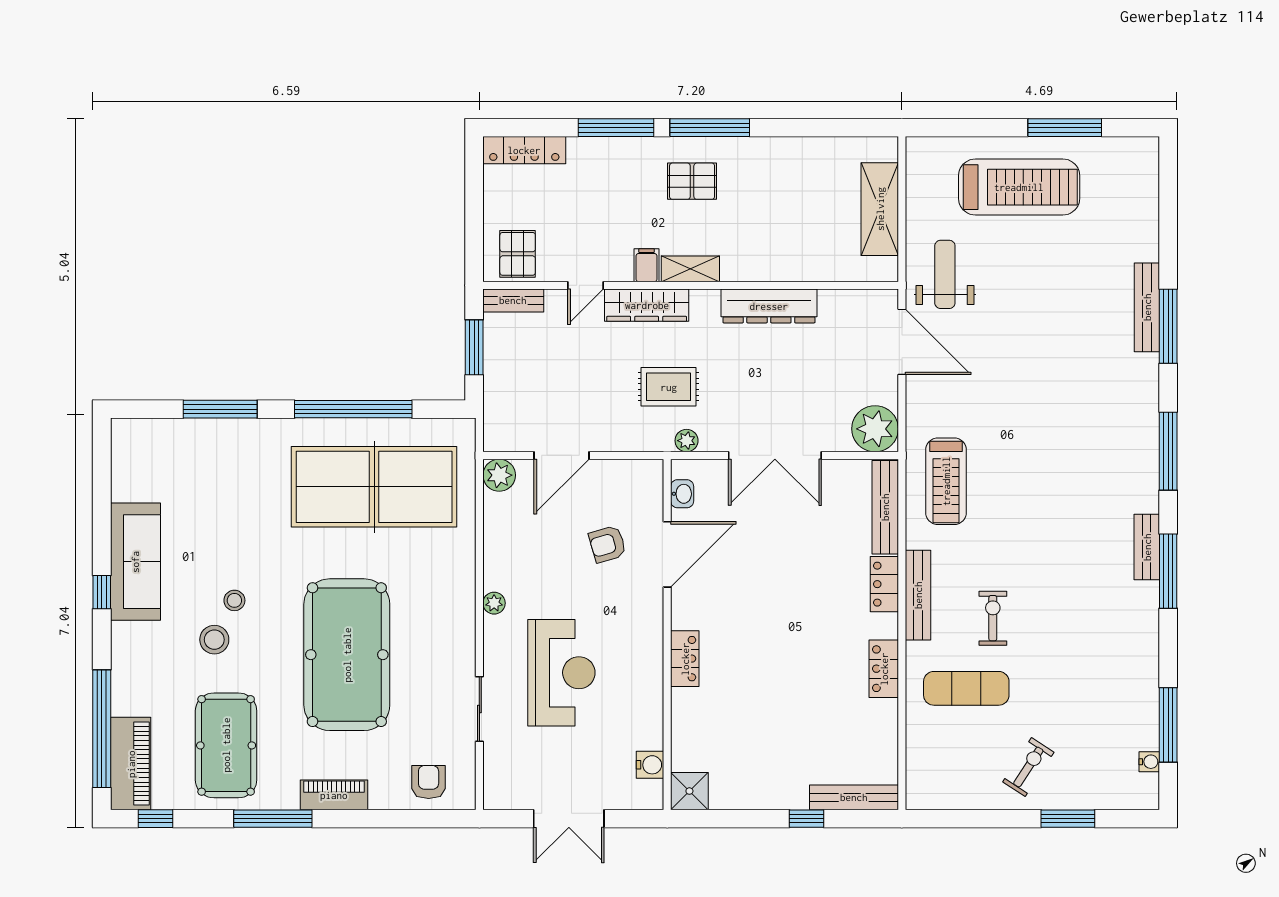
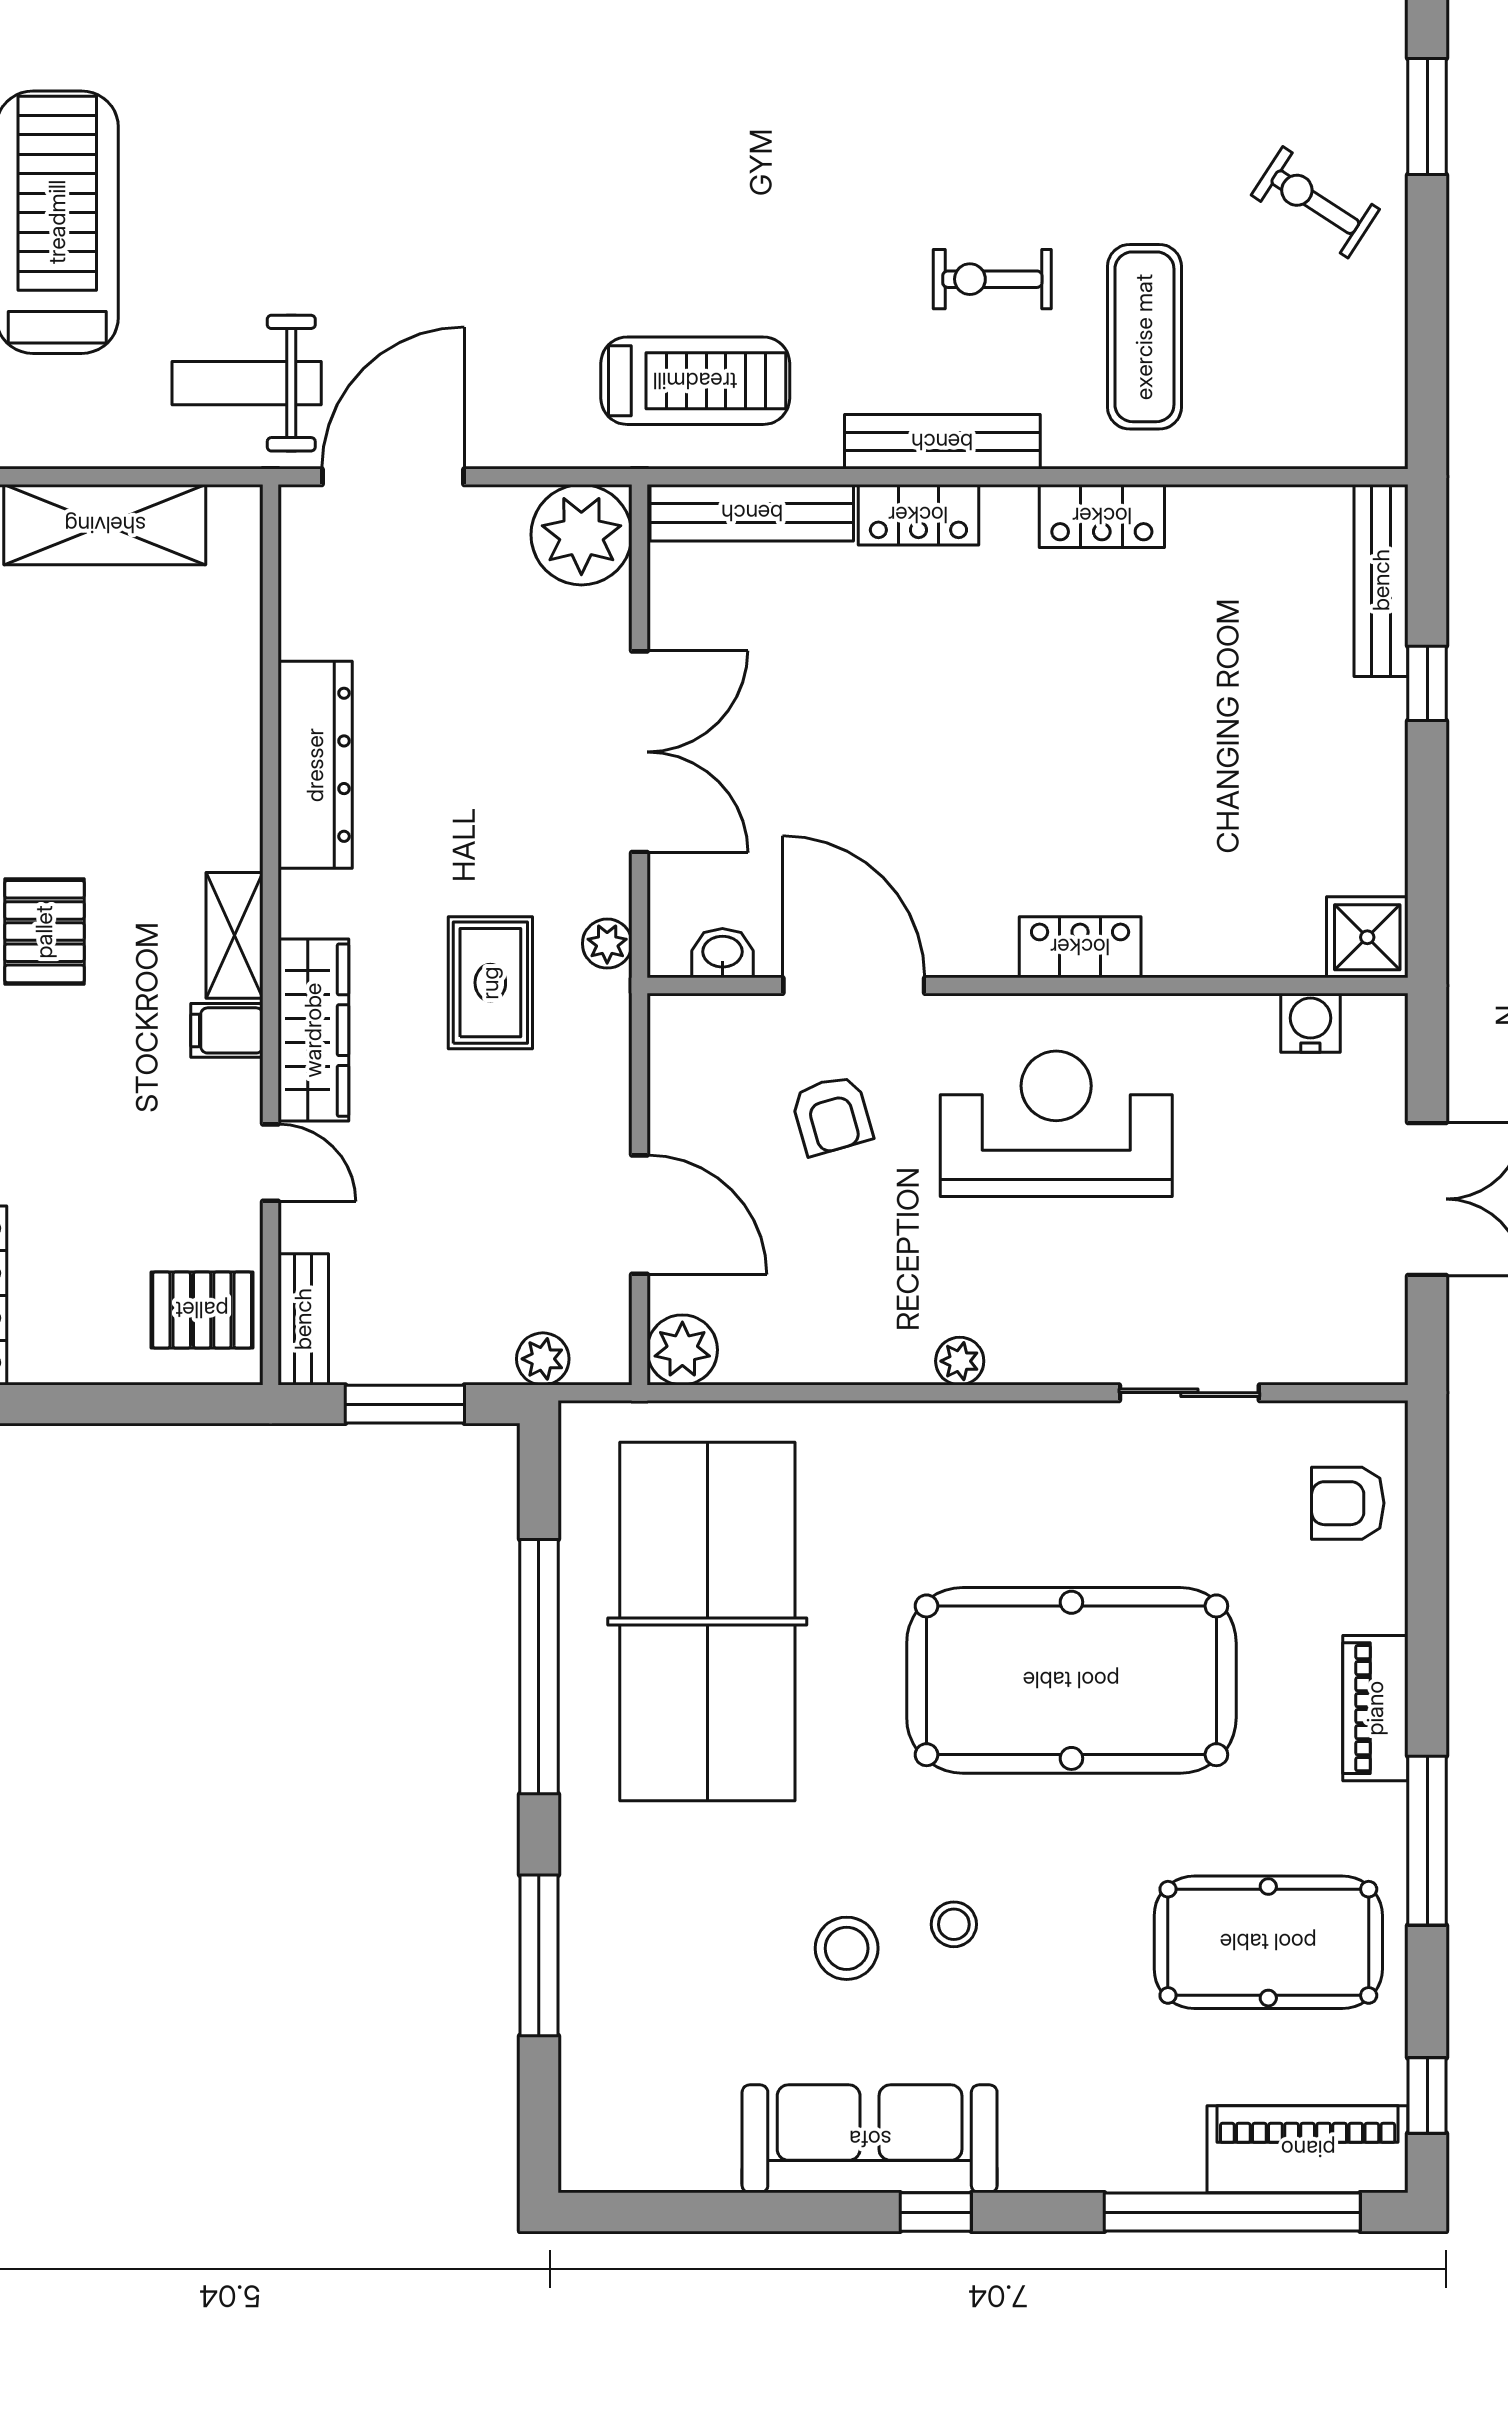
plant: (495, 411) -> (543, 1359), added
stool: (214, 640) -> (847, 1948), moved
reception desk: (561, 673) -> (1056, 1124), moved

